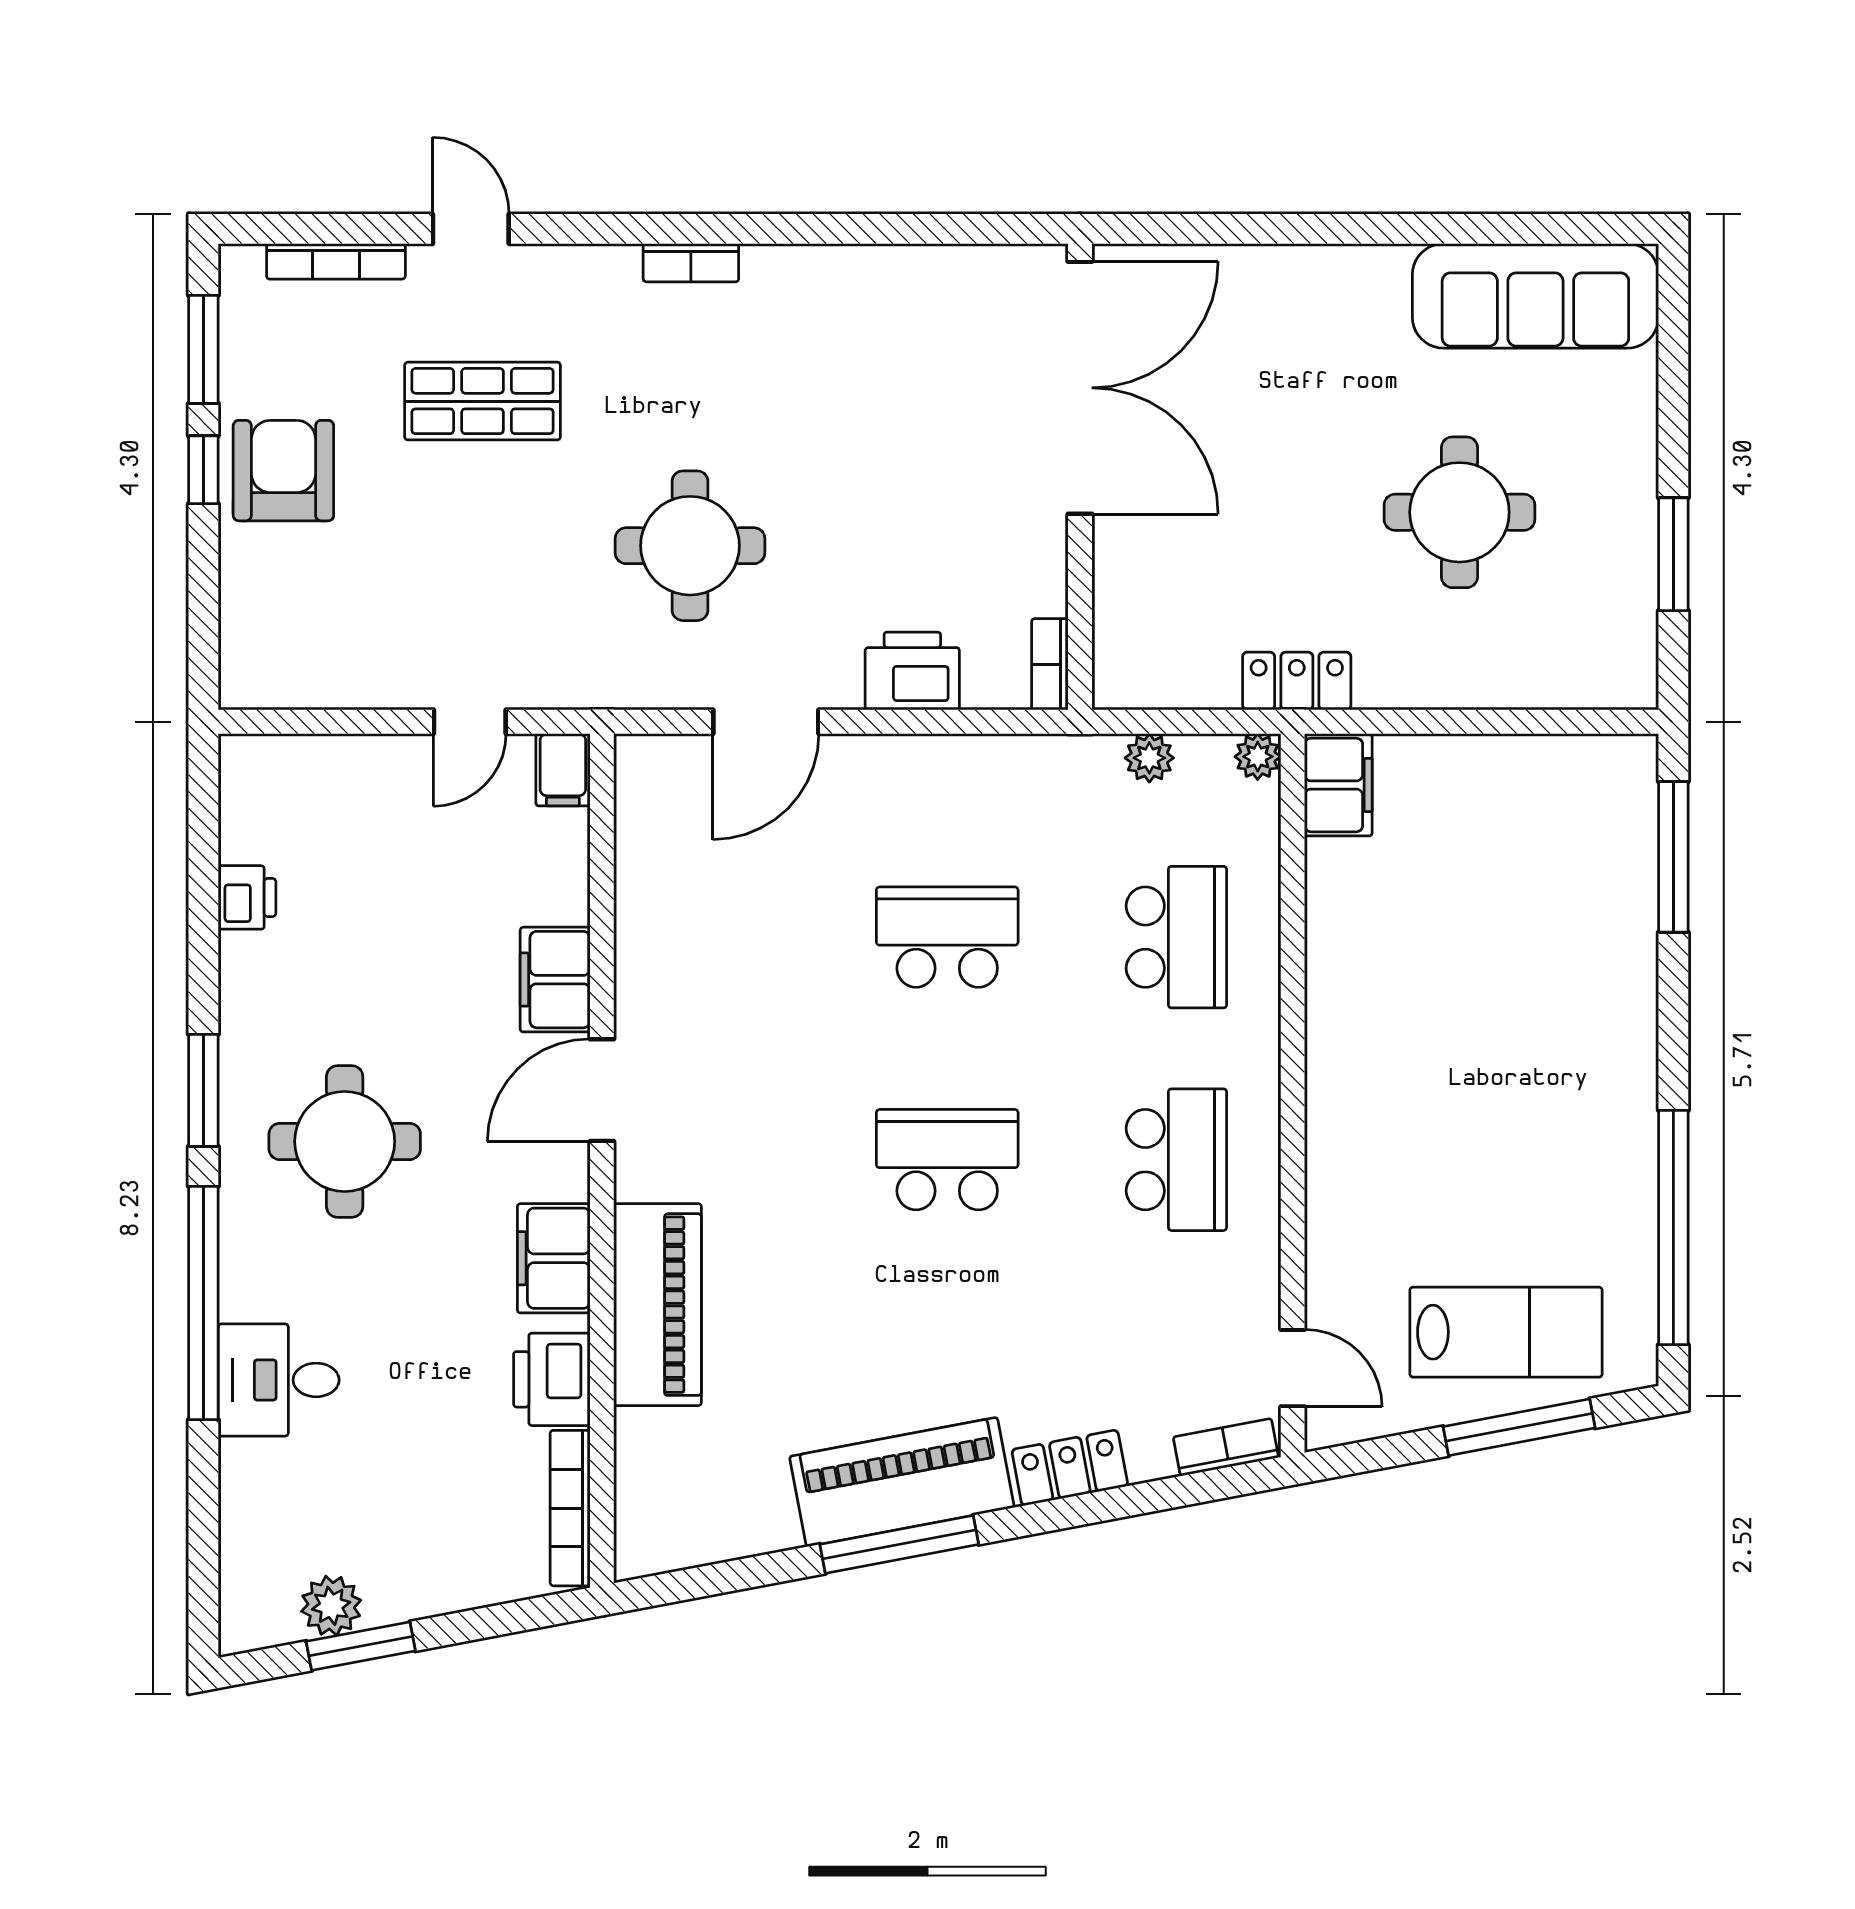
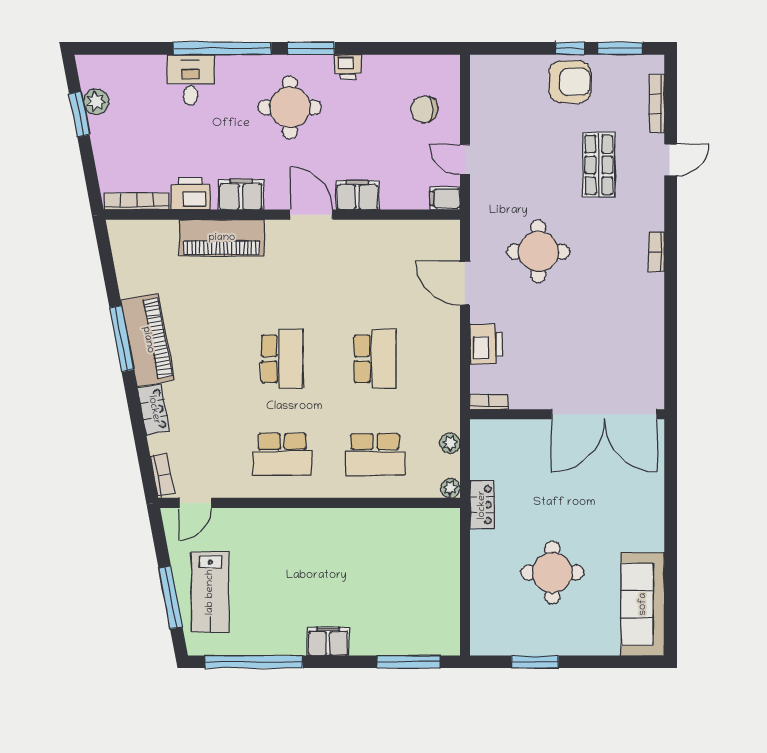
filing cabinet: (1338, 785) -> (328, 641), moved, turned 180
chair: (349, 819) -> (424, 109), added
printer: (247, 897) -> (348, 67), moved

